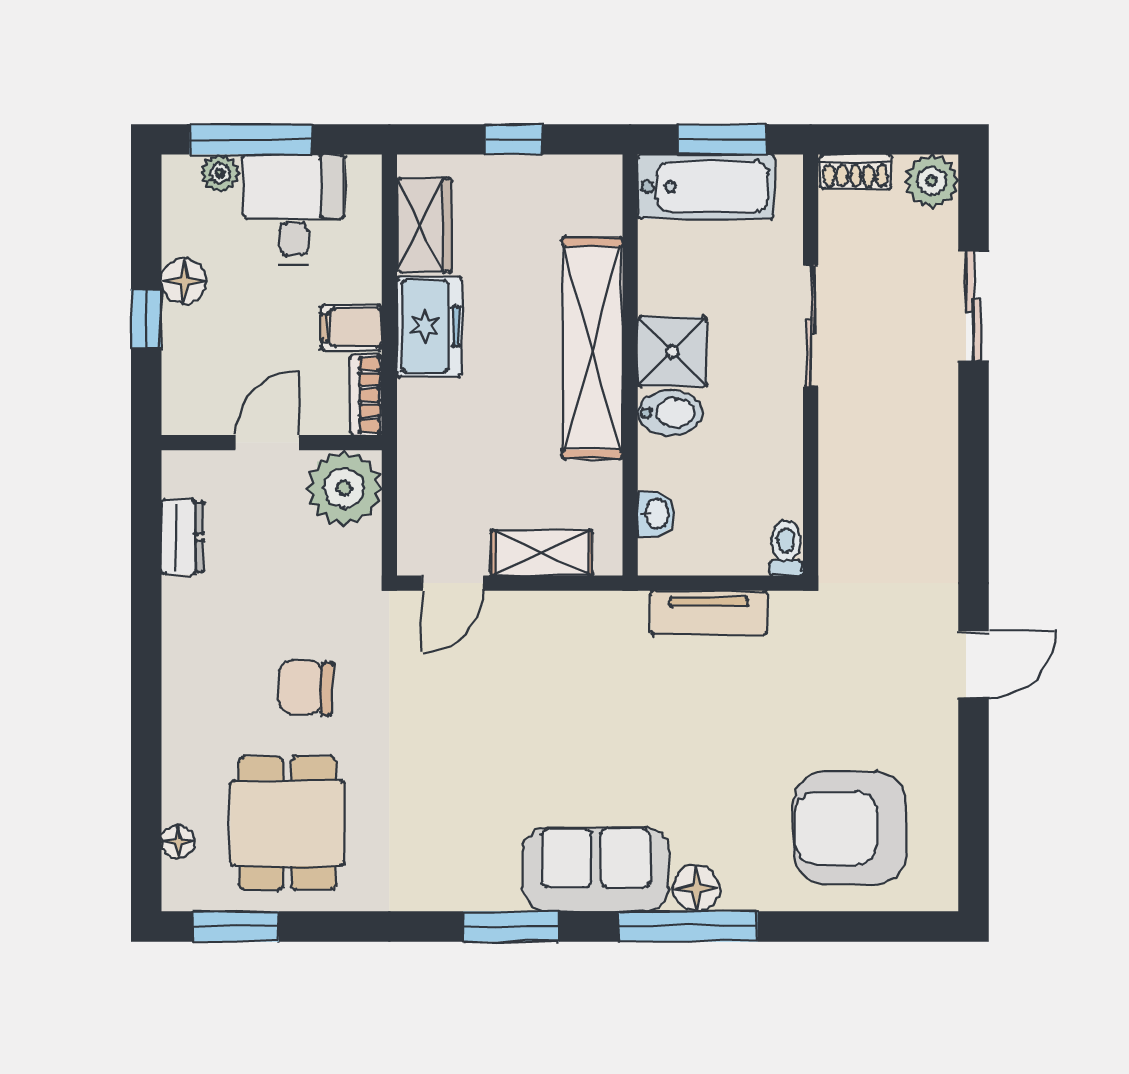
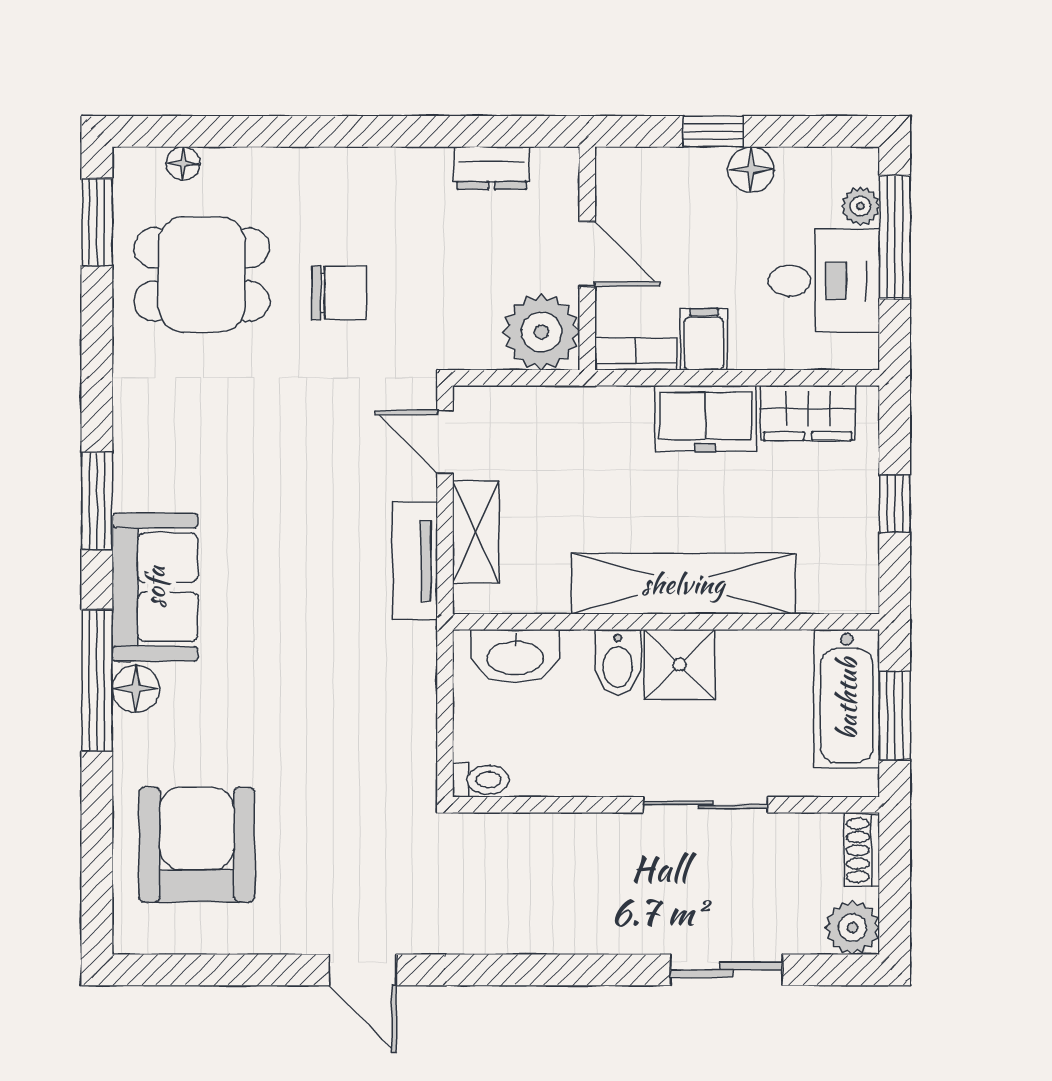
washbasin: (656, 514) -> (515, 656), width x1.91, depth x1.45
tv unit: (709, 613) -> (415, 561), moved
chair: (306, 688) -> (339, 293), turned 87

